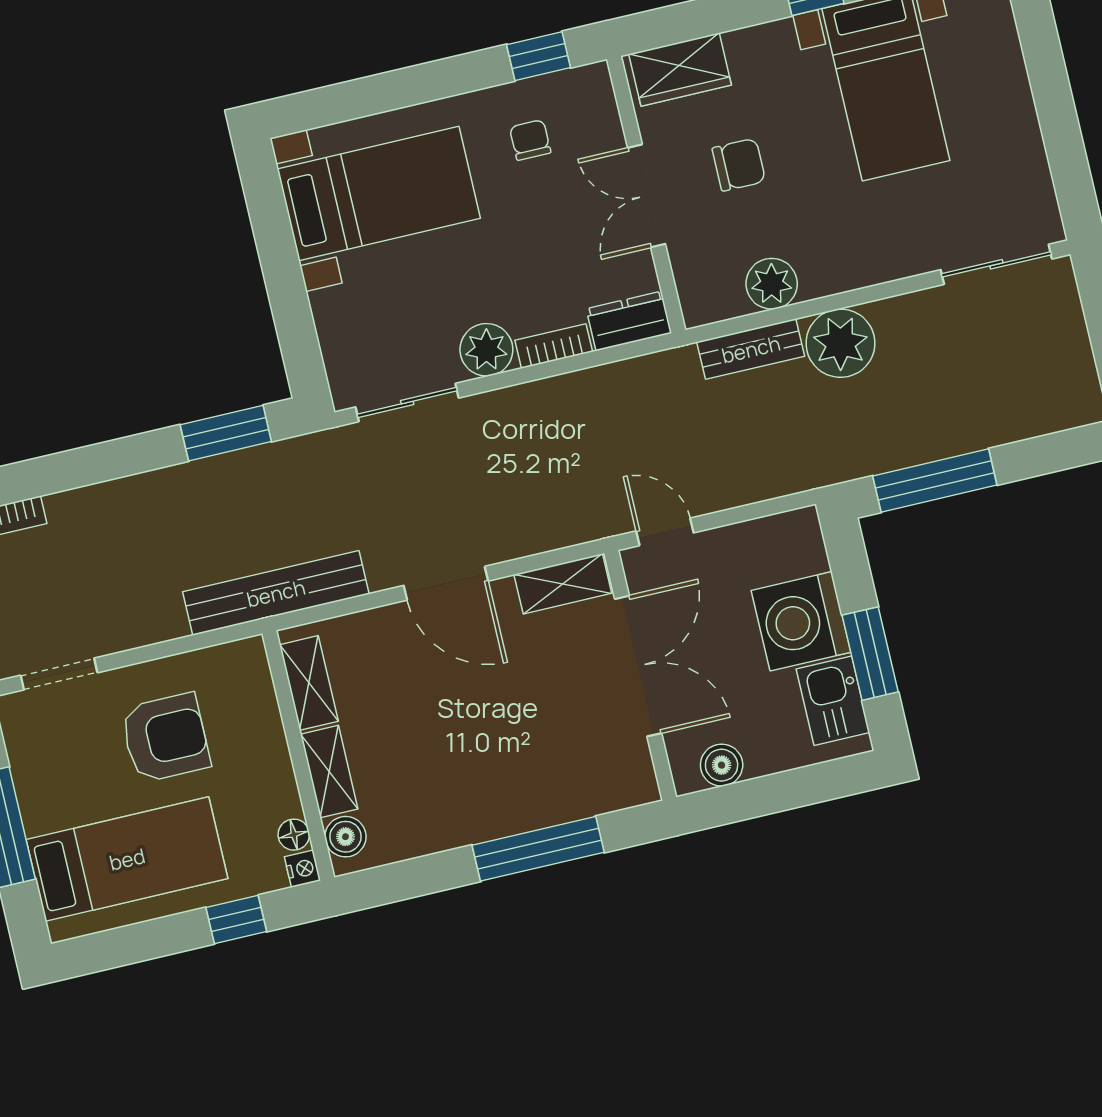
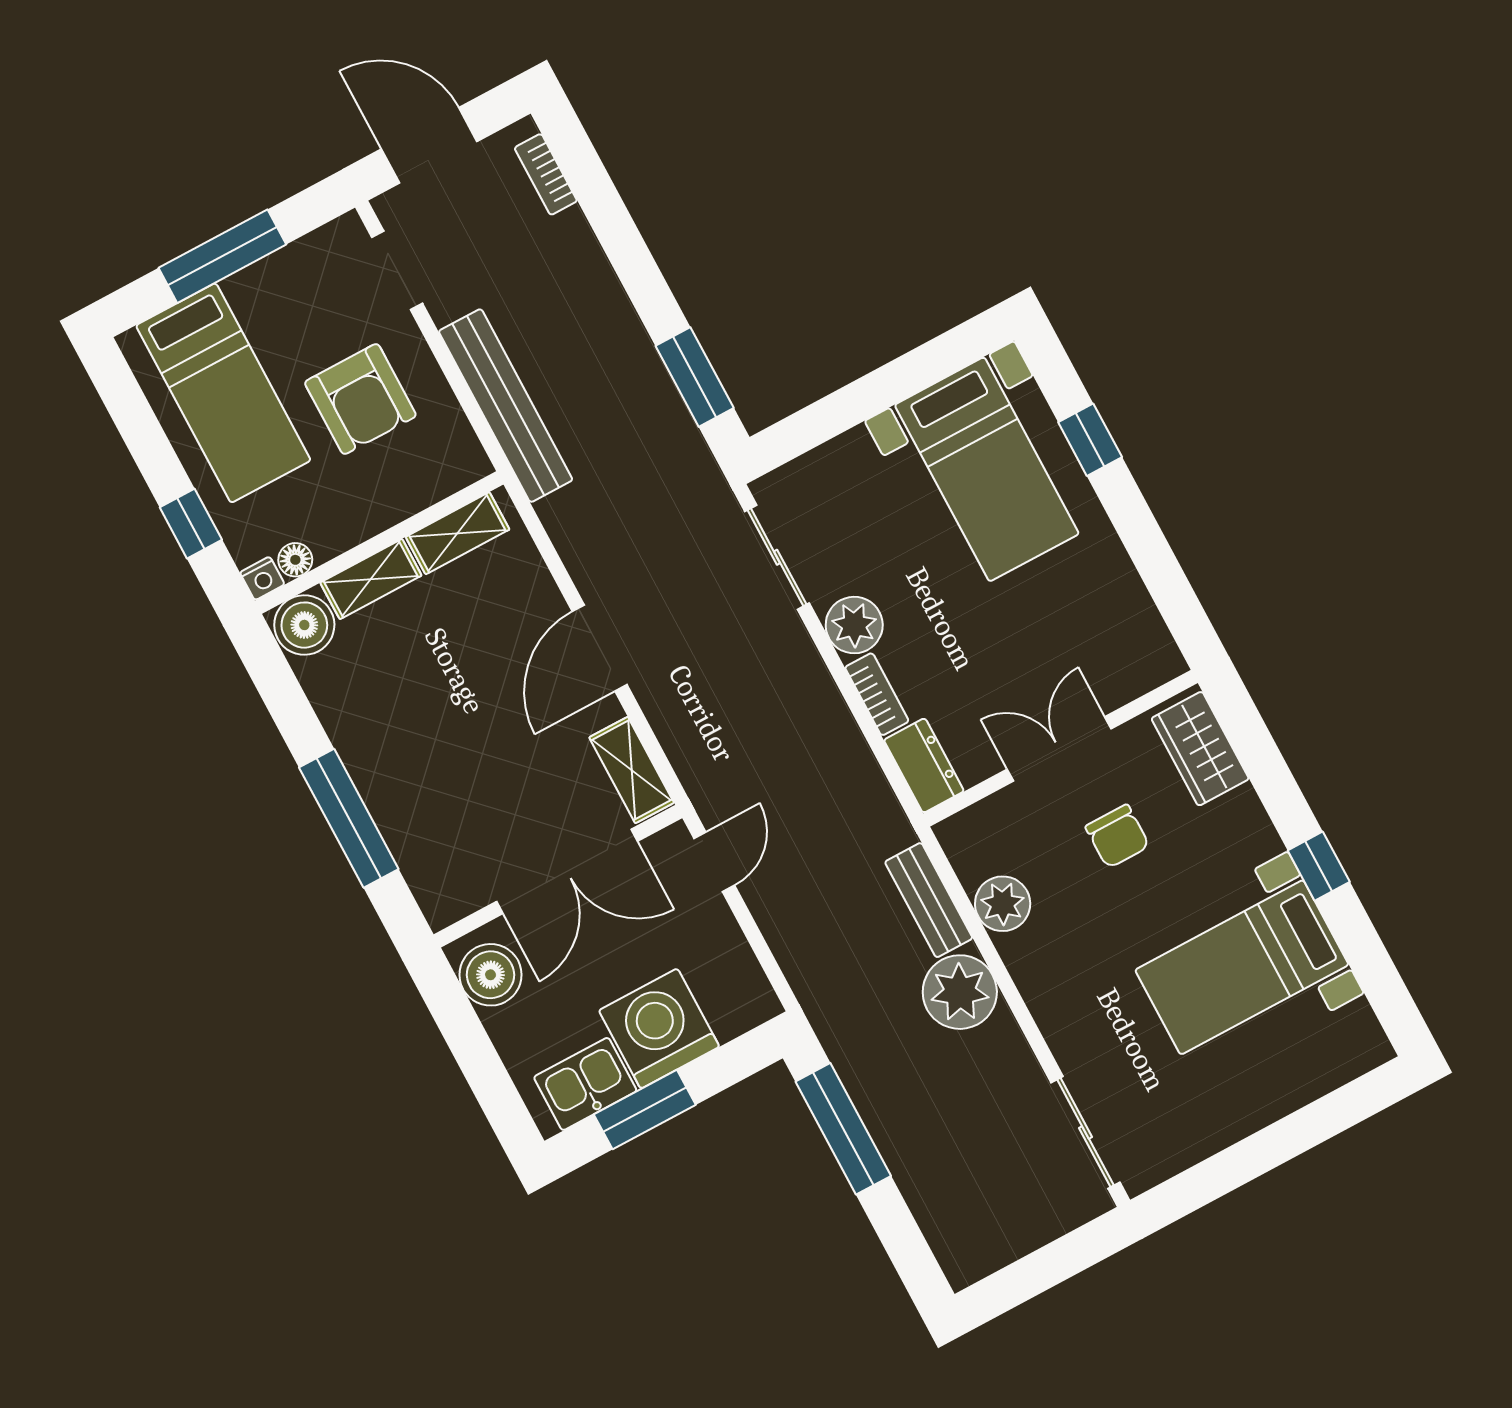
window: (539, 56) -> (1090, 440), moved
chair: (530, 140) -> (1085, 612), removed
bench: (276, 593) -> (506, 406), moved
boiler: (722, 765) -> (490, 975), width x1.36, depth x1.36
boiler: (345, 837) -> (304, 625), width x1.36, depth x1.36

